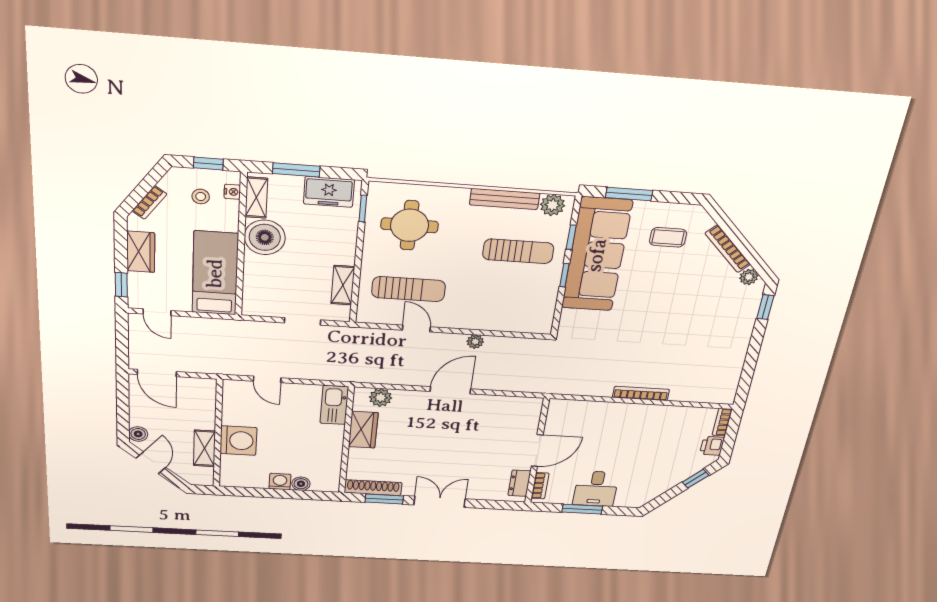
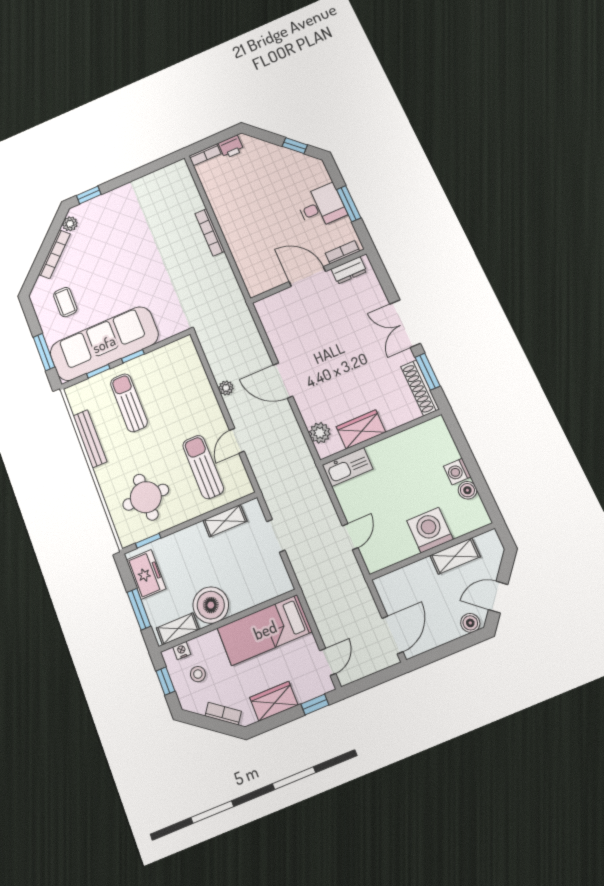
plant: (552, 205) -> (78, 401), removed
window: (696, 479) -> (295, 146), moved
boiler: (301, 484) -> (467, 490), moved

